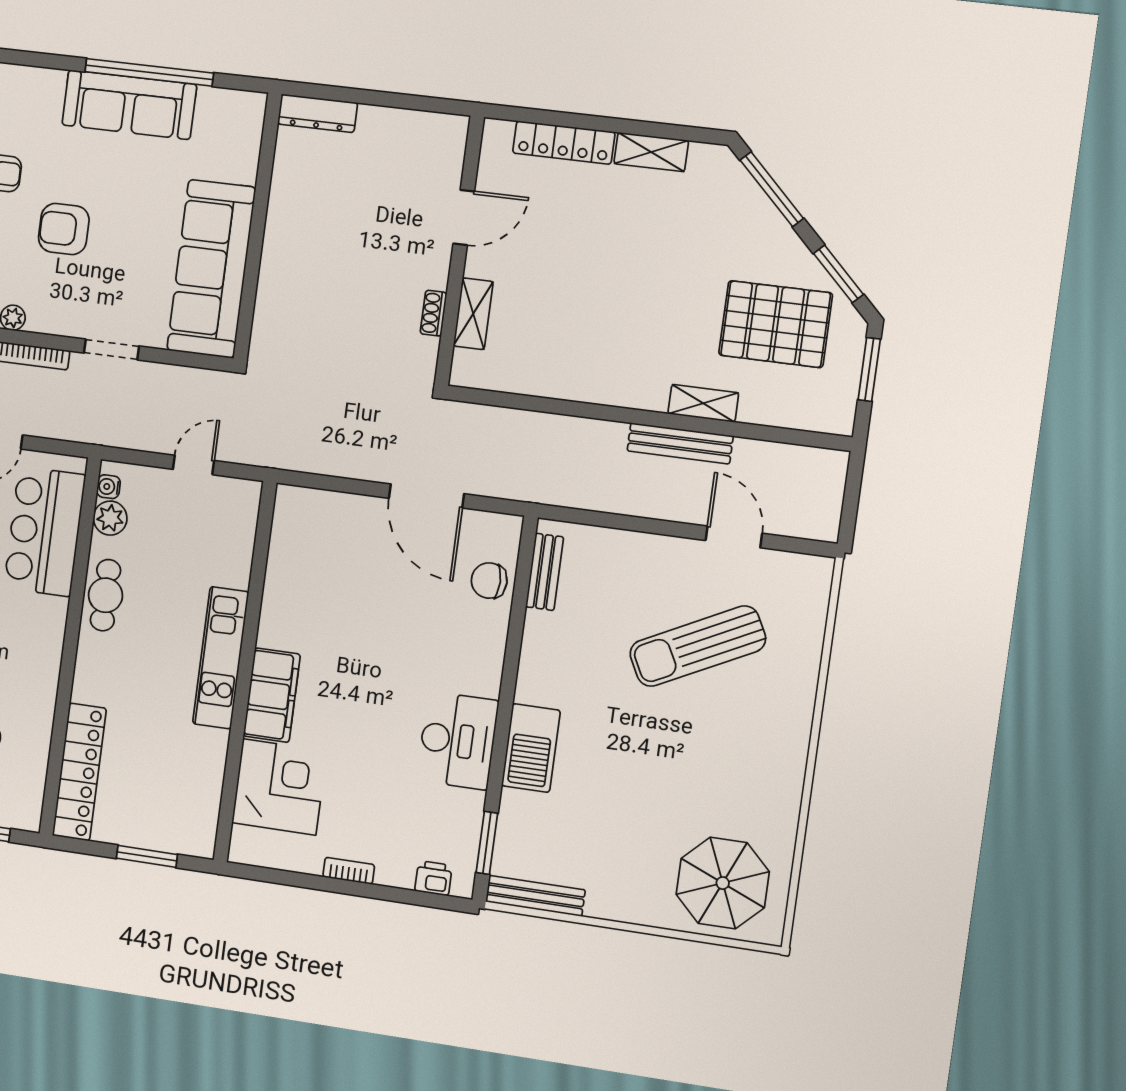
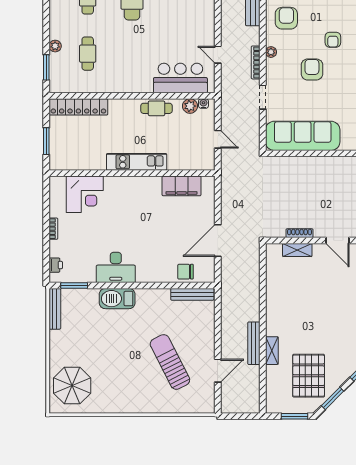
shoe rack: (433, 313) -> (299, 233), width x1.43
bench: (545, 572) -> (192, 294), width x1.36
chair: (489, 581) -> (185, 272), turned -90
filing cabinet: (272, 695) -> (182, 186), moved

